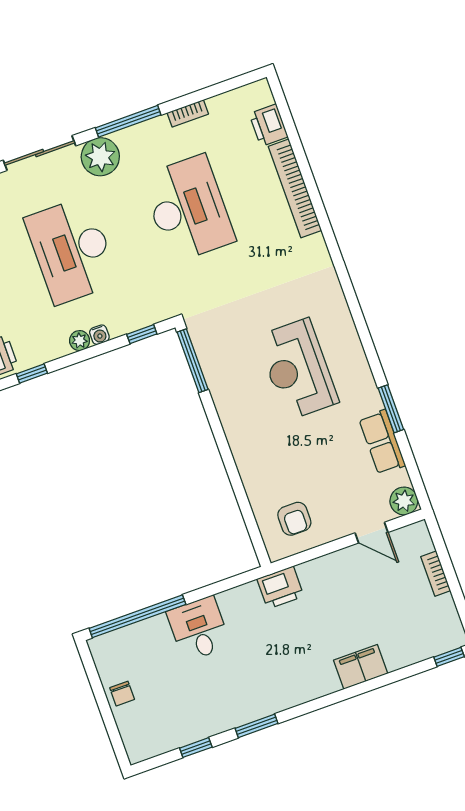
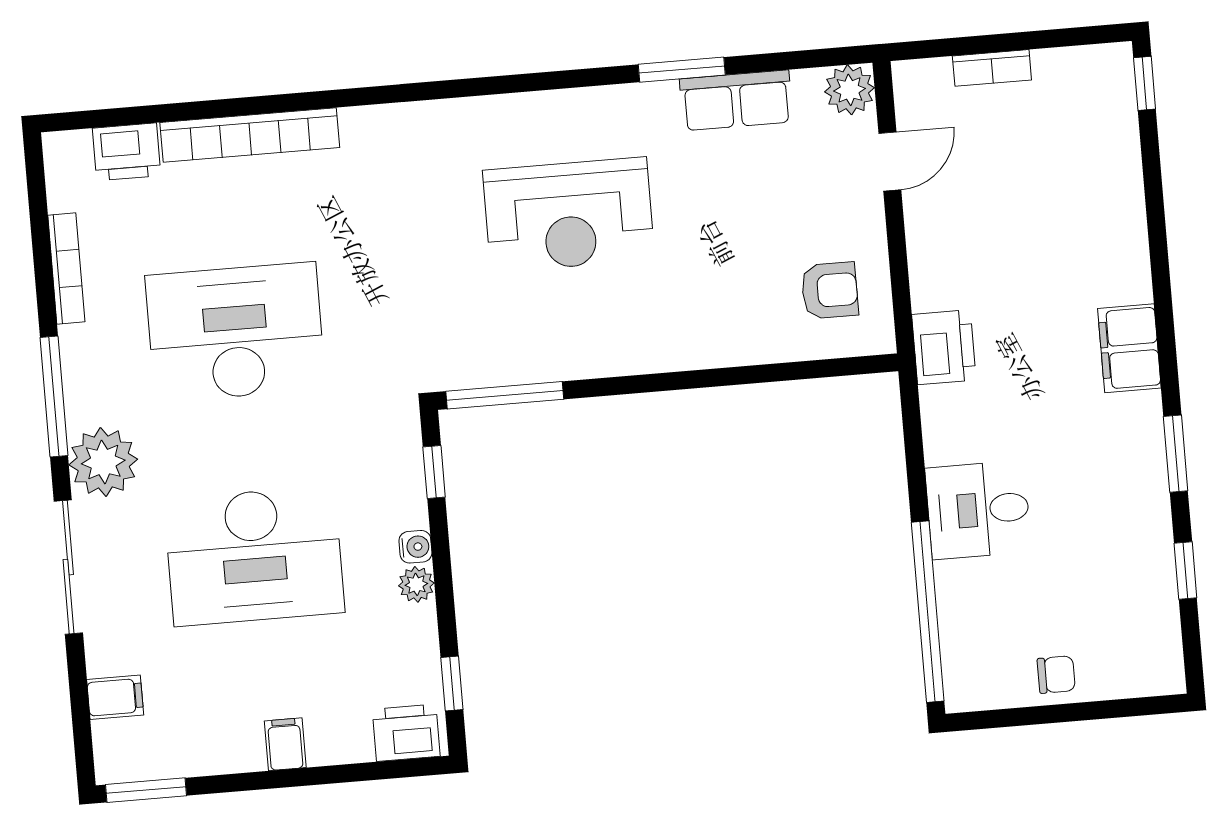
bookcase: (188, 113) -> (66, 269), width x1.56
filing cabinet: (361, 667) -> (1129, 348), moved

